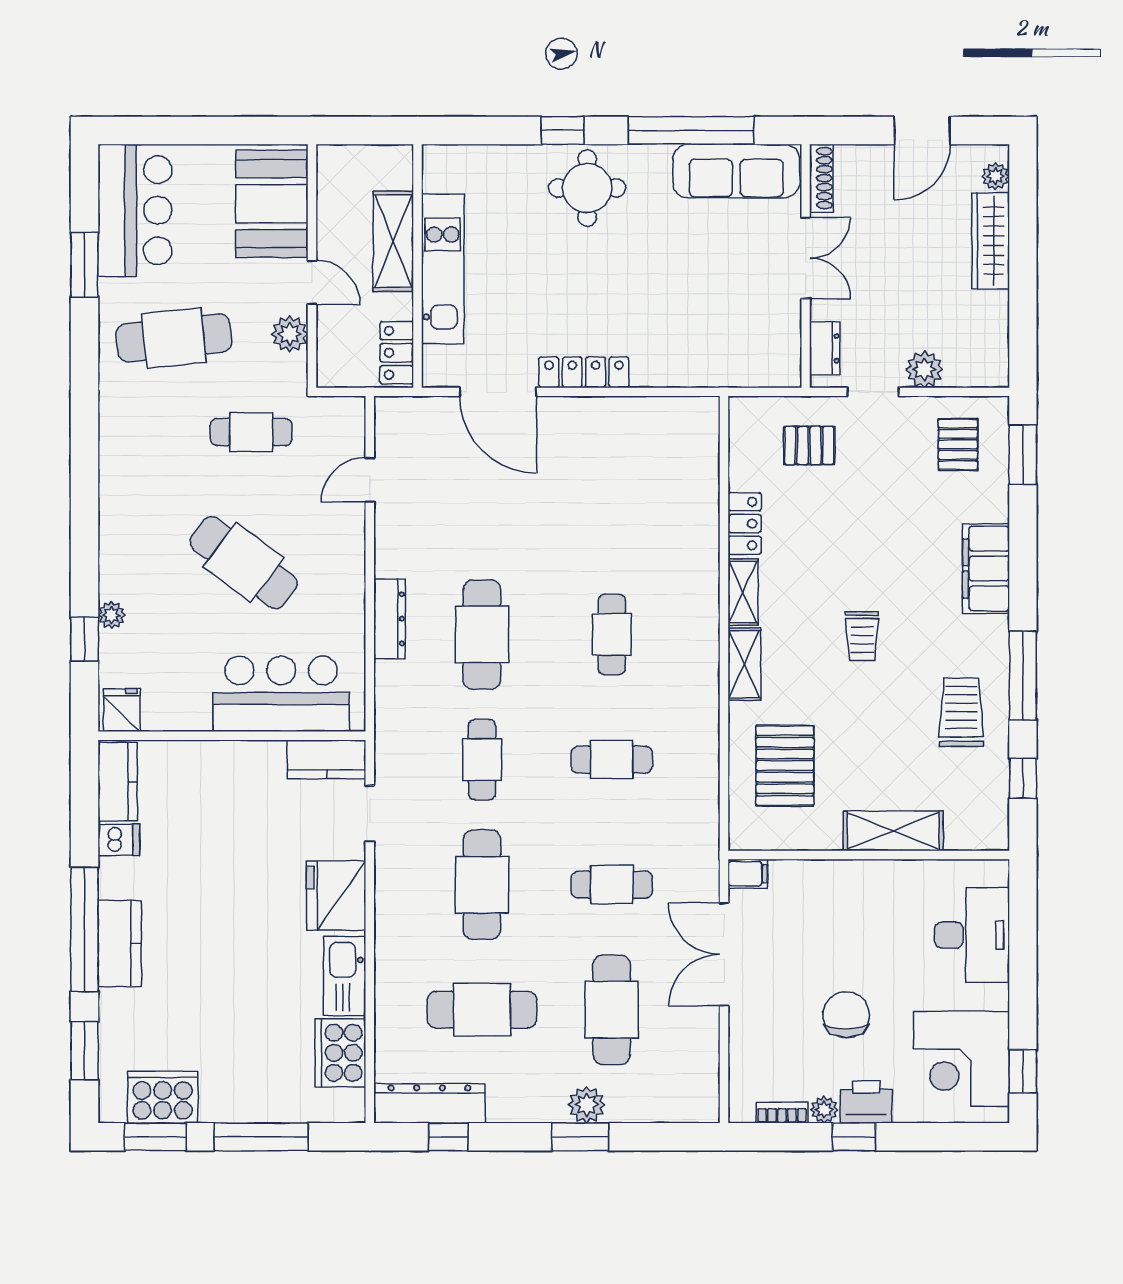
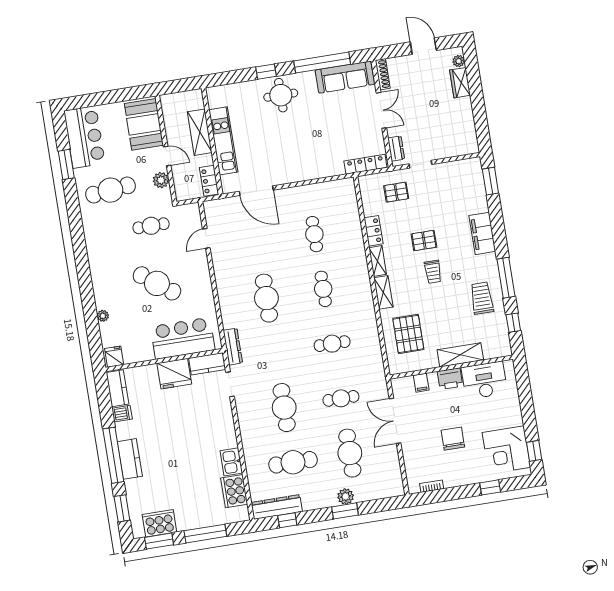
door: (922, 130) -> (423, 46), swing flipped
wardrobe: (991, 241) -> (460, 83), width x0.67
plant: (924, 369) -> (441, 151), removed
locker: (584, 372) -> (365, 164), moved
pallet: (958, 444) -> (424, 241), moved, turned 90
dresser: (390, 619) -> (233, 347), moved
window: (84, 639) -> (93, 328), removed
cafe table: (482, 760) -> (314, 234), moved
filing cabinet: (748, 874) -> (421, 383), moved, turned 90
fridge: (336, 896) -> (174, 374), moved, turned -90
desk: (972, 935) -> (484, 380), moved, turned -90
kitchen sink: (345, 976) -> (231, 462), width x0.73
printer: (866, 1102) -> (450, 379), moved, turned 180
plant: (824, 1110) -> (450, 482), removed
window: (854, 1137) -> (490, 487), moved

